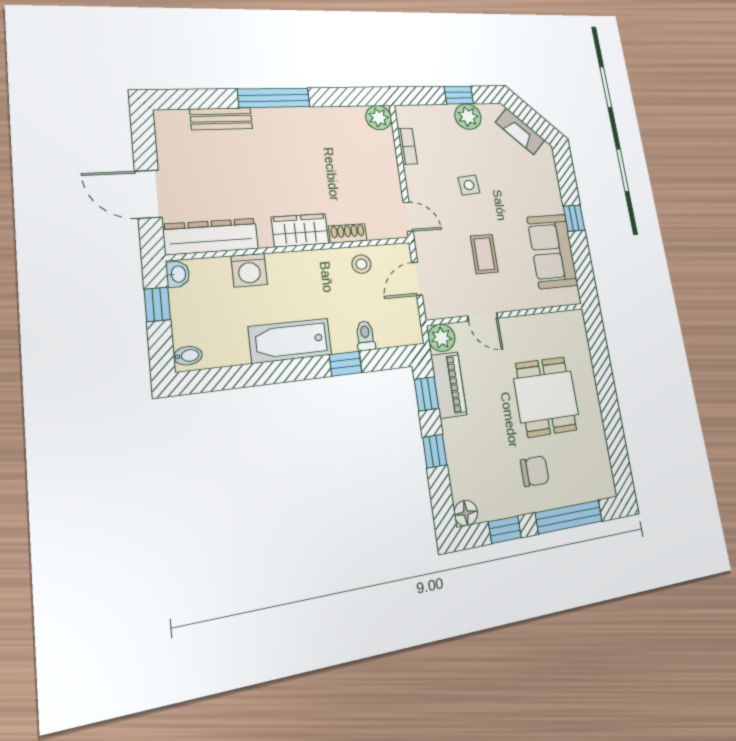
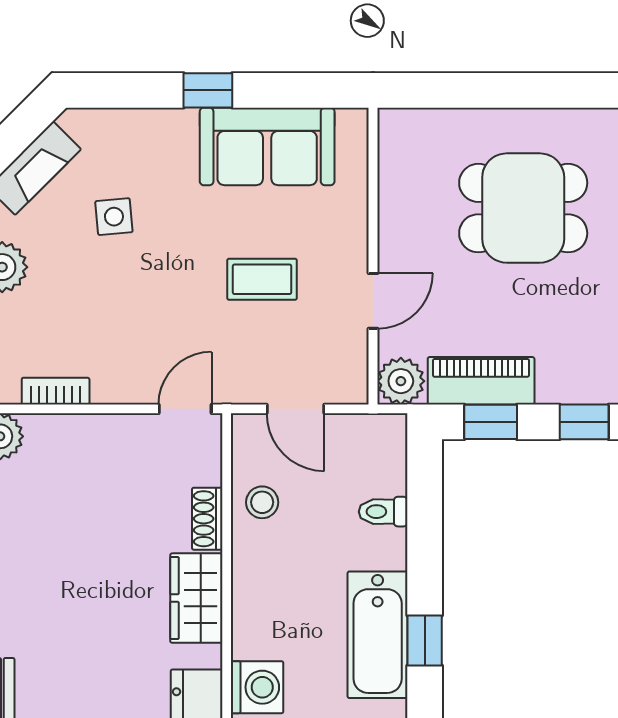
side table: (469, 185) -> (114, 217), moved
window: (345, 364) -> (425, 640), moved

